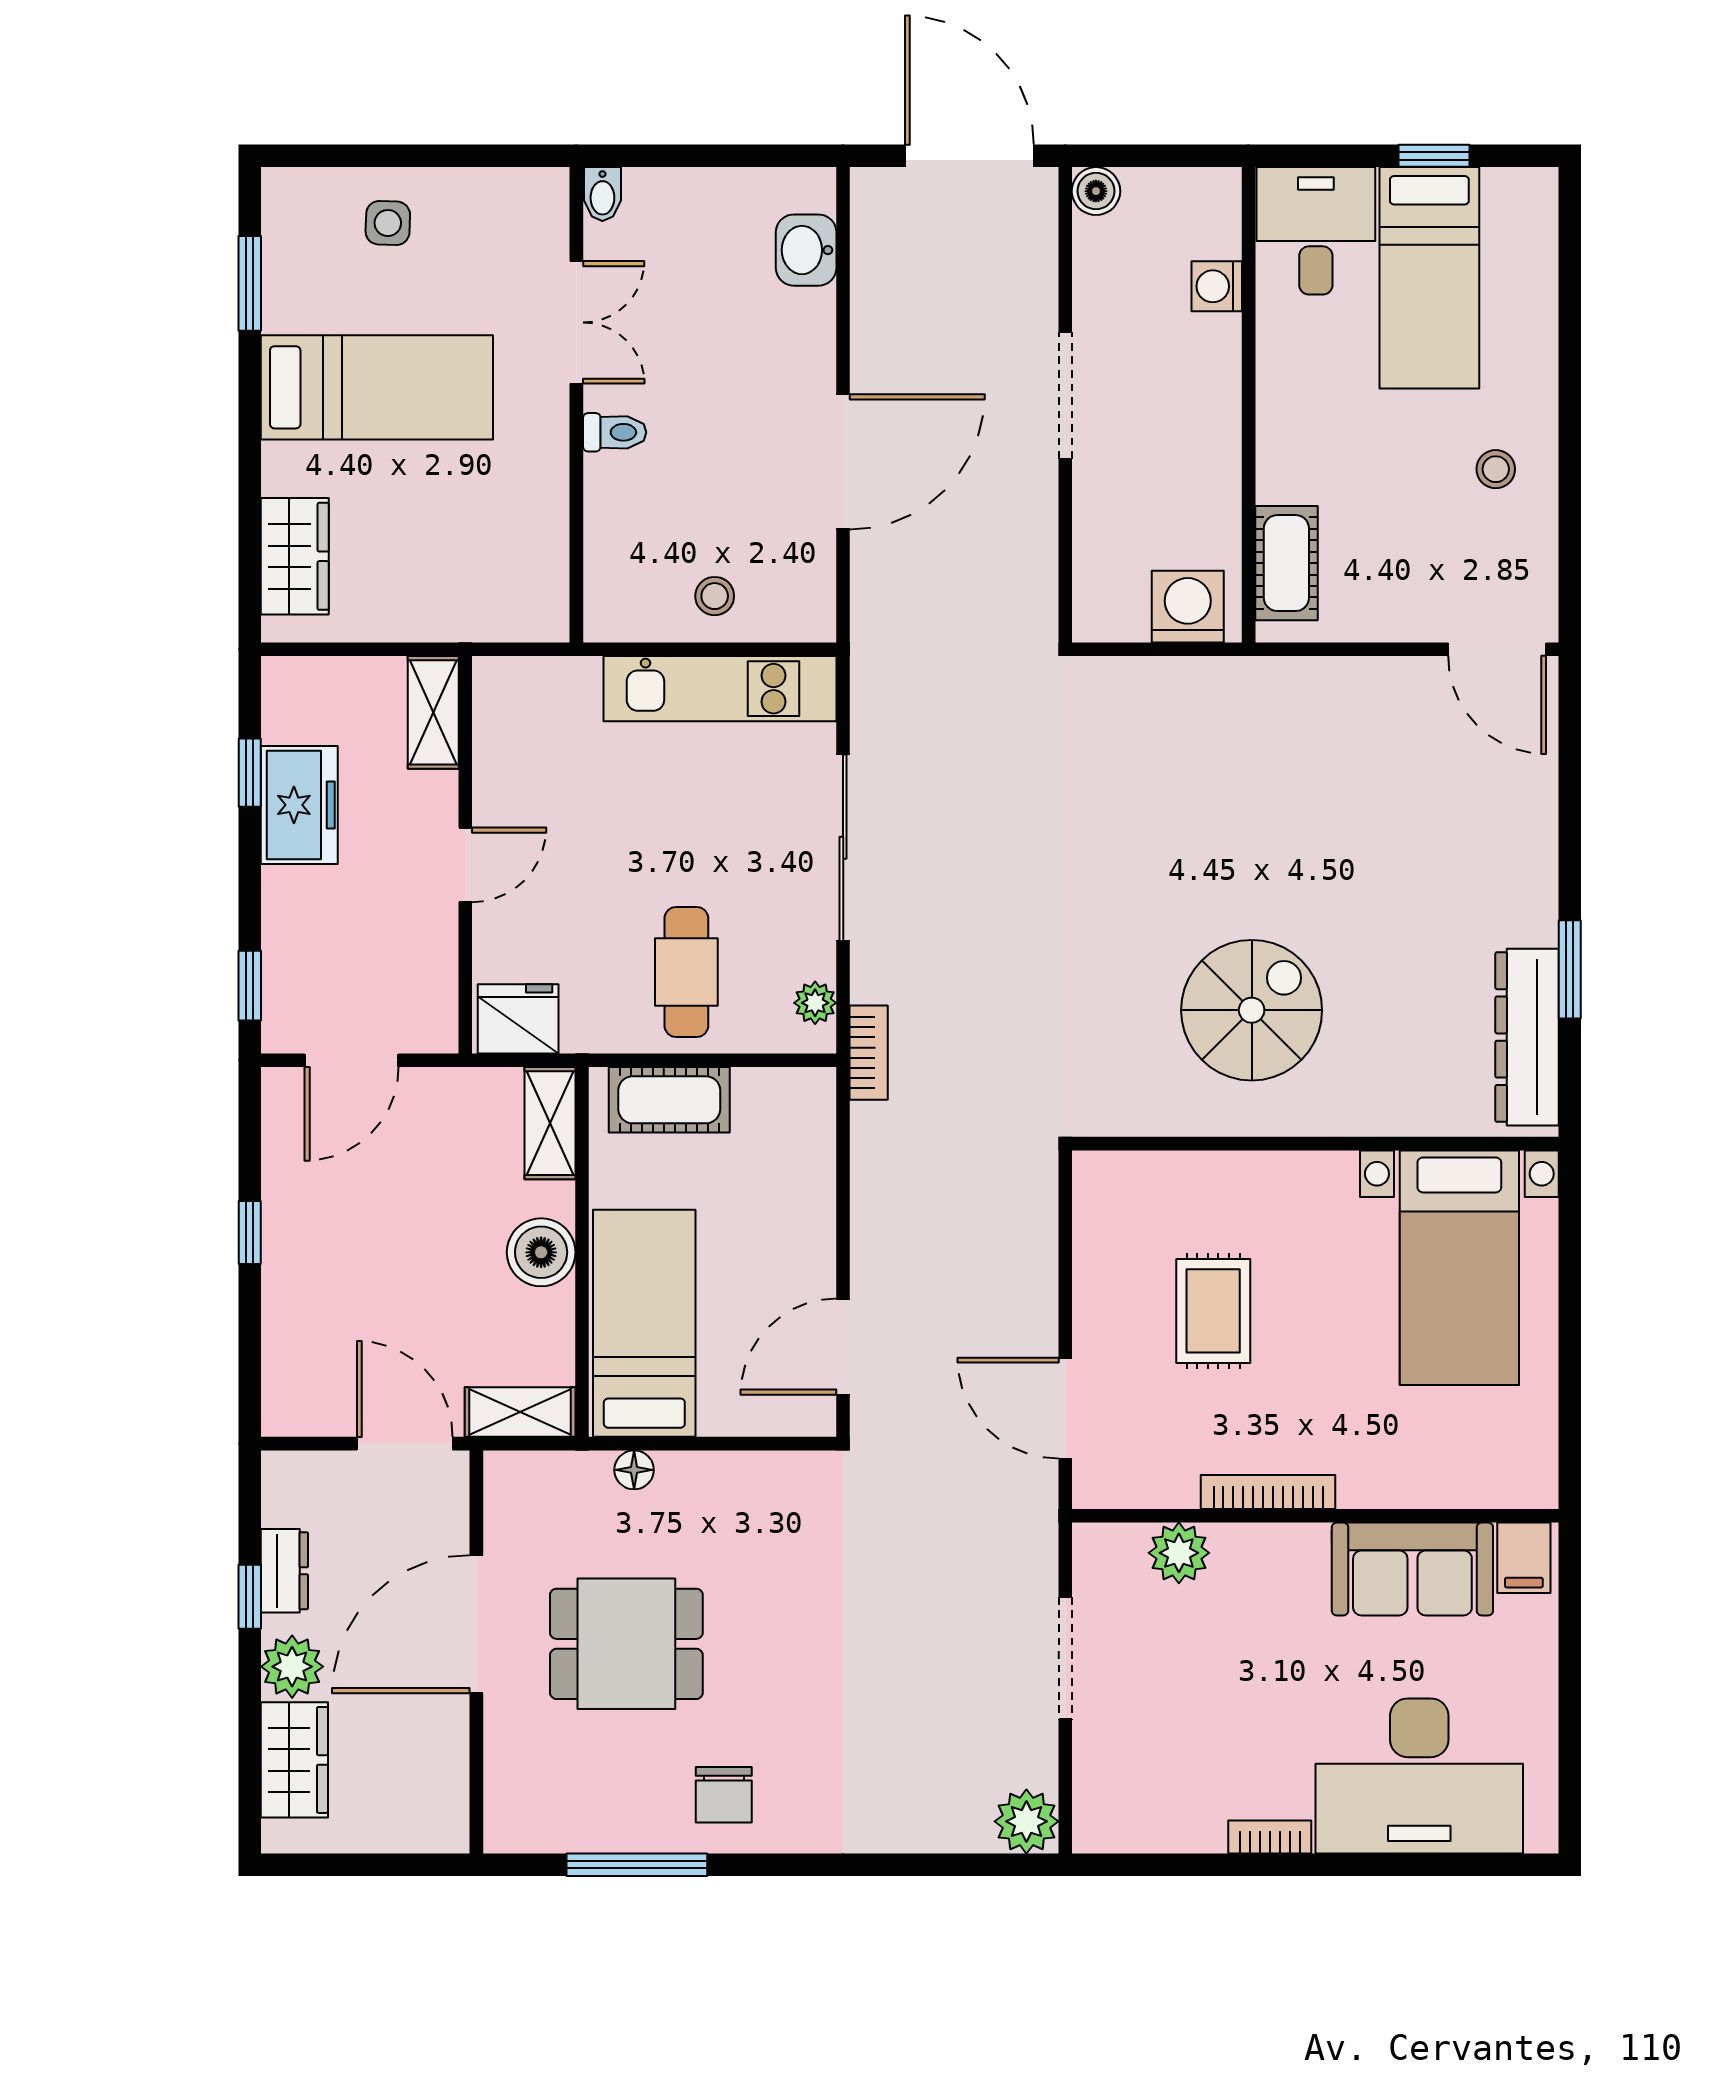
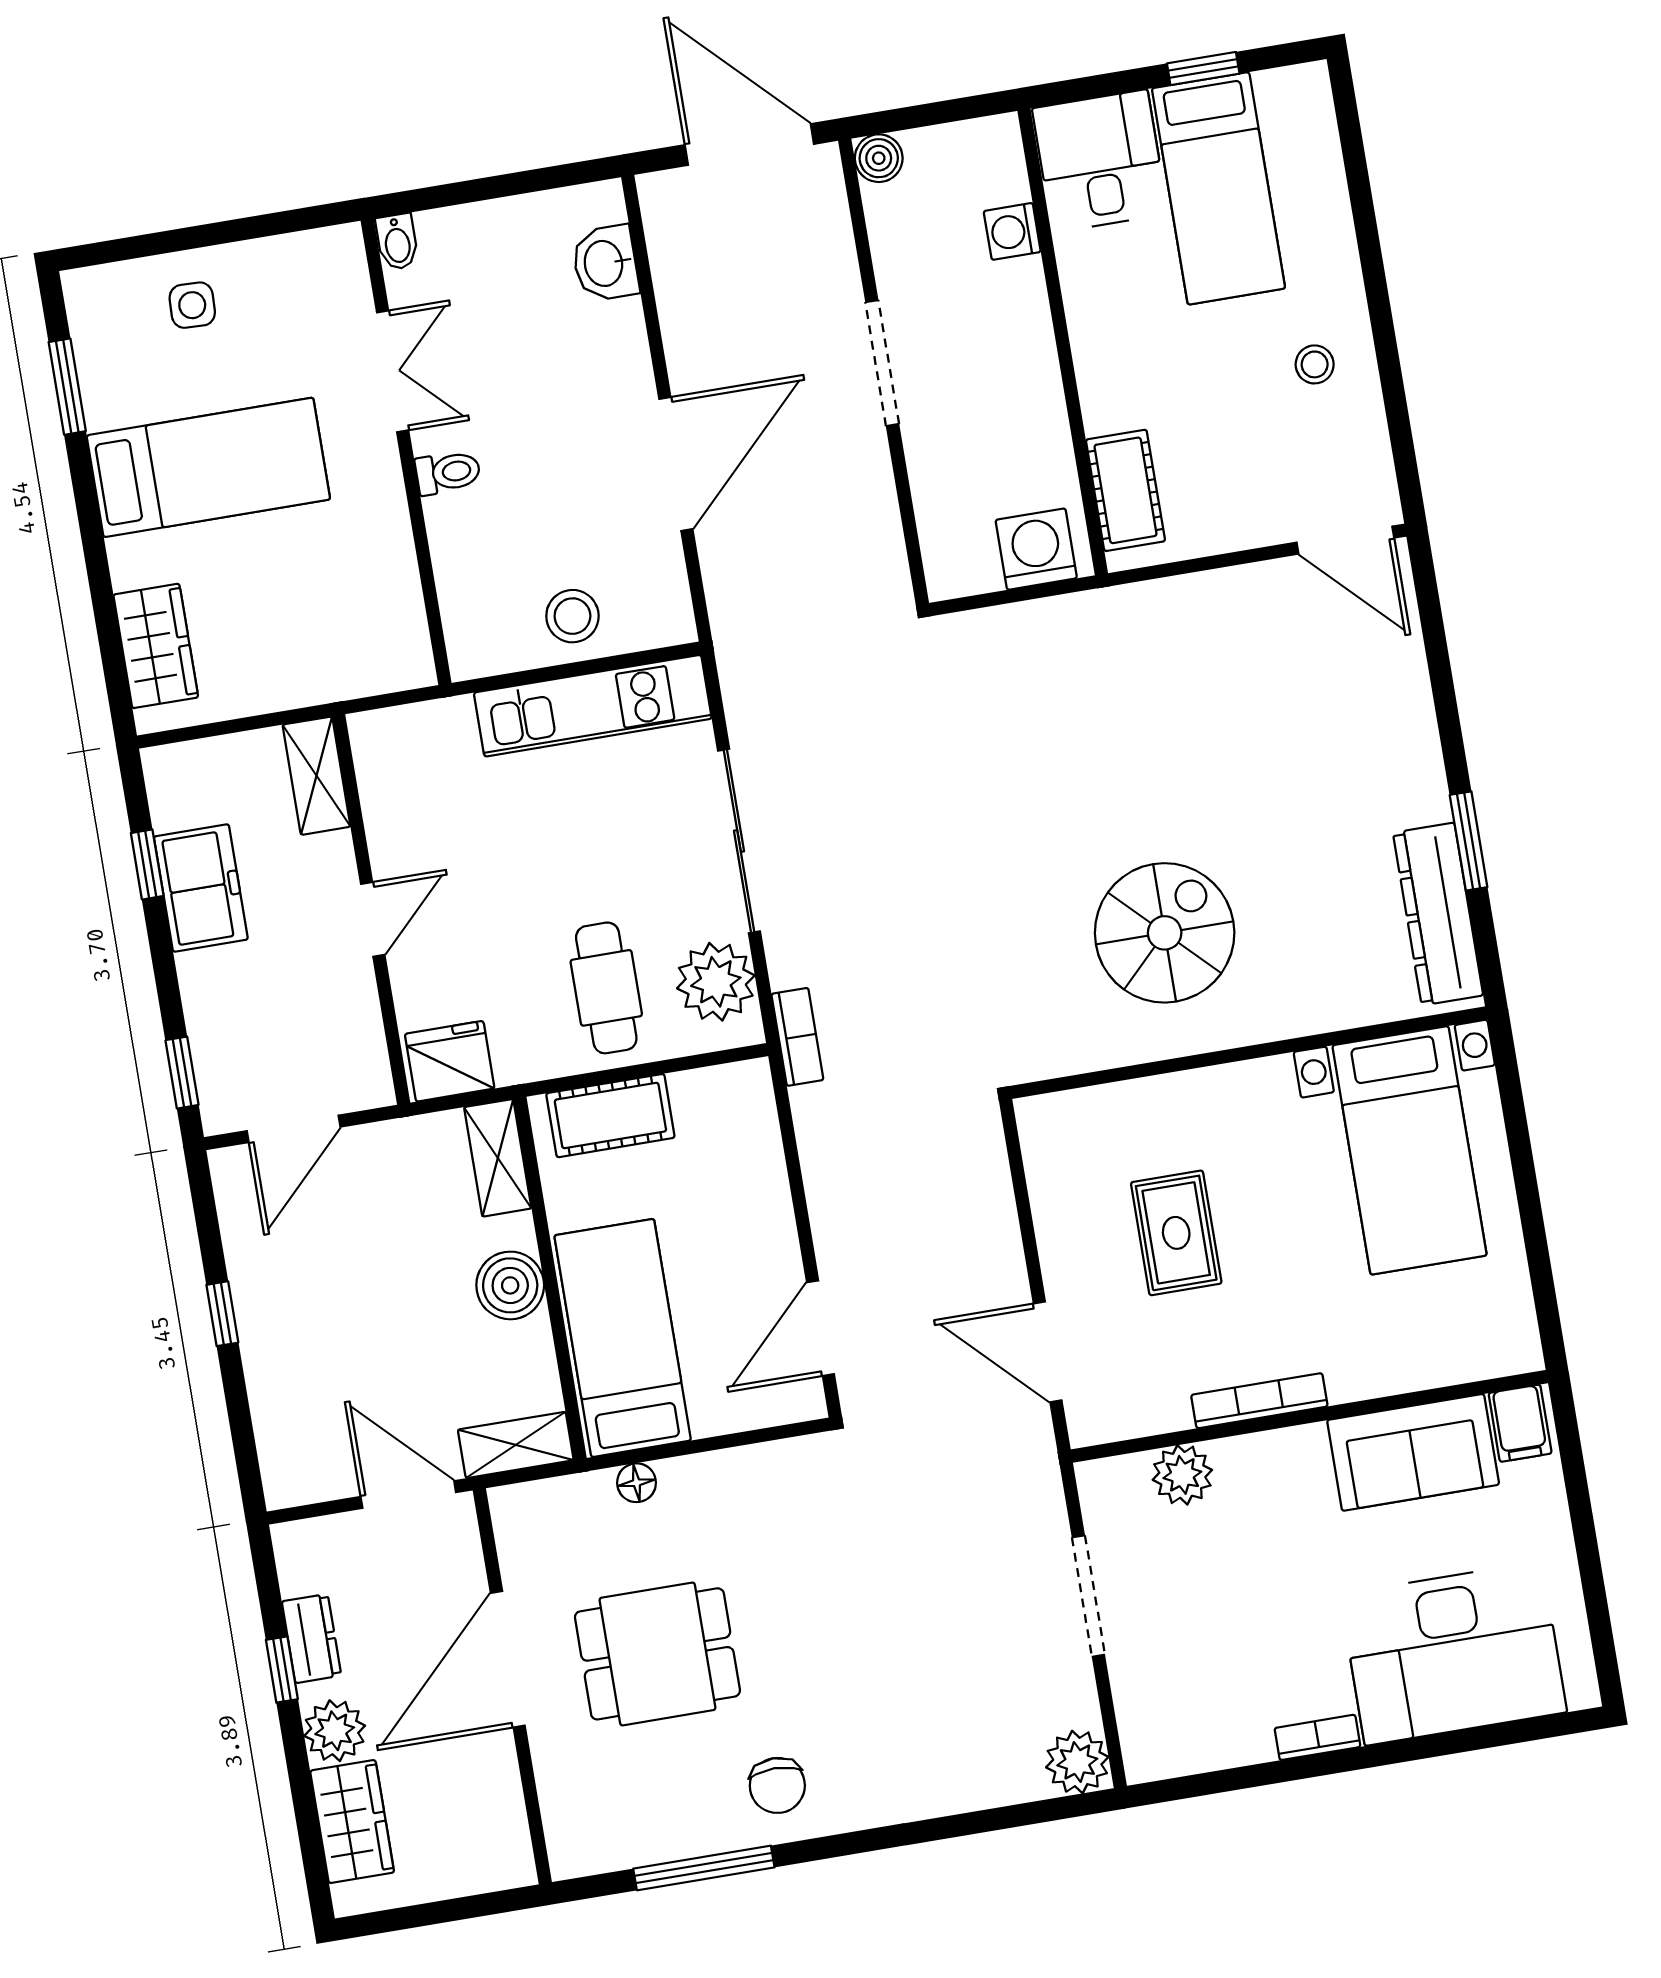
stool: (715, 596) -> (572, 616), width x1.37, depth x1.37
plant: (815, 1003) -> (716, 982), width x1.88, depth x1.88

